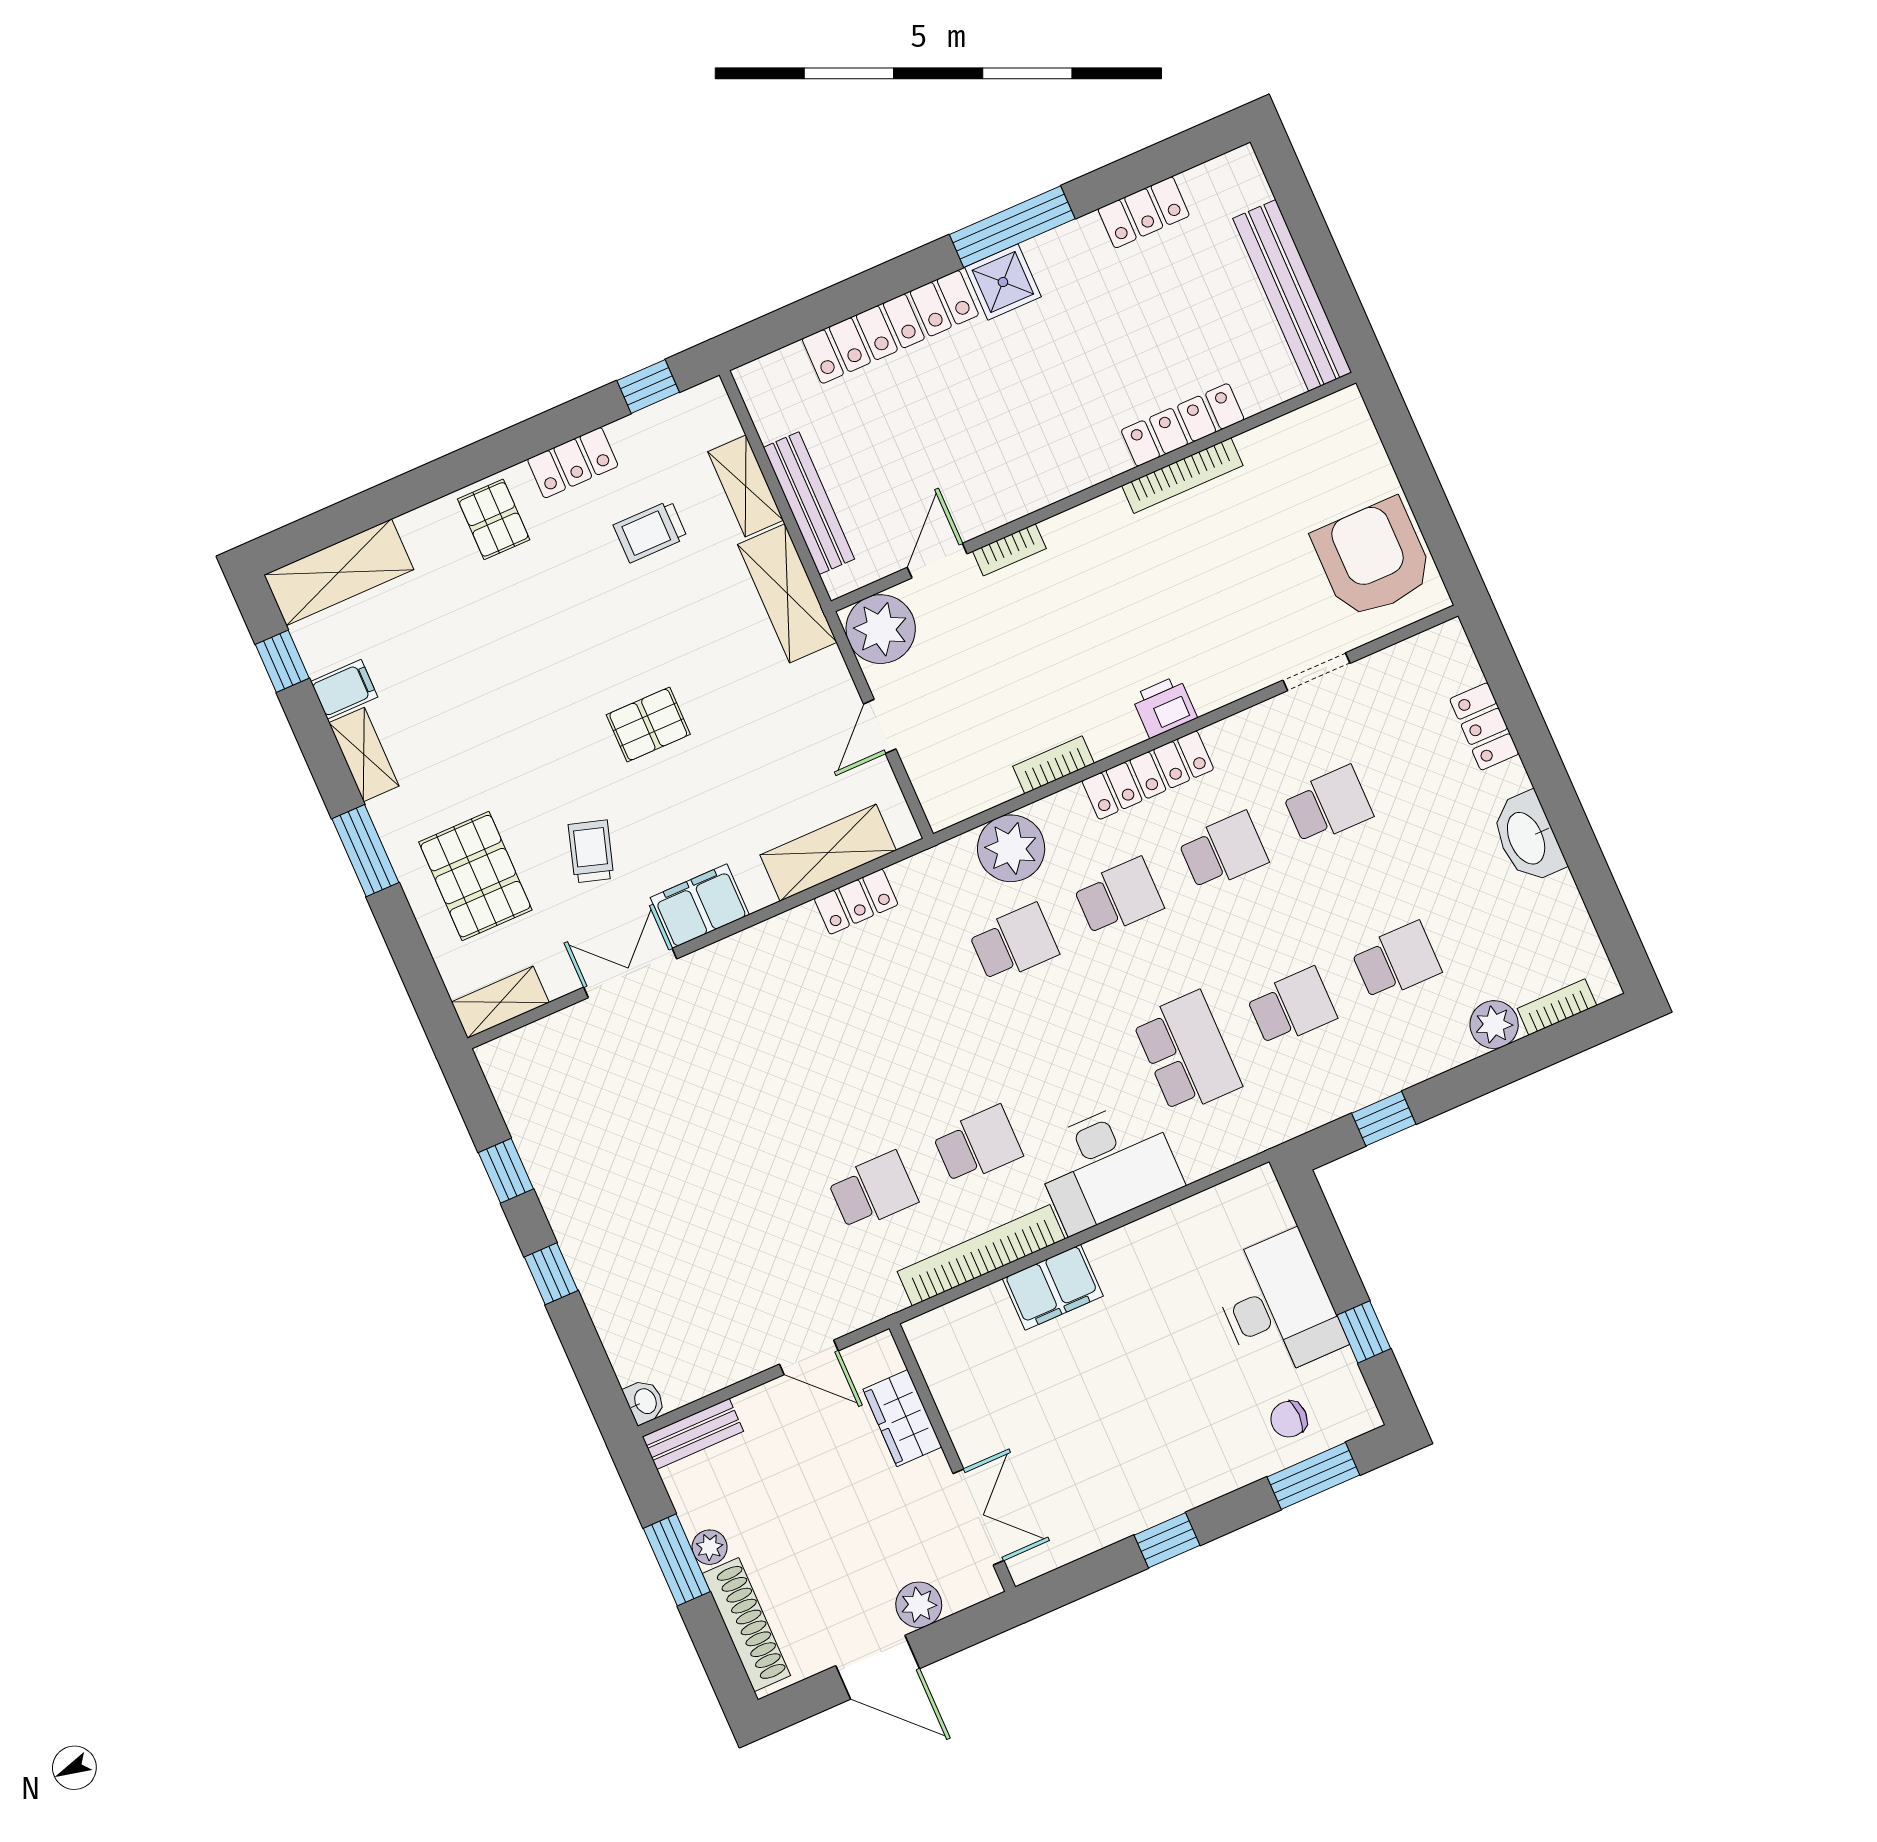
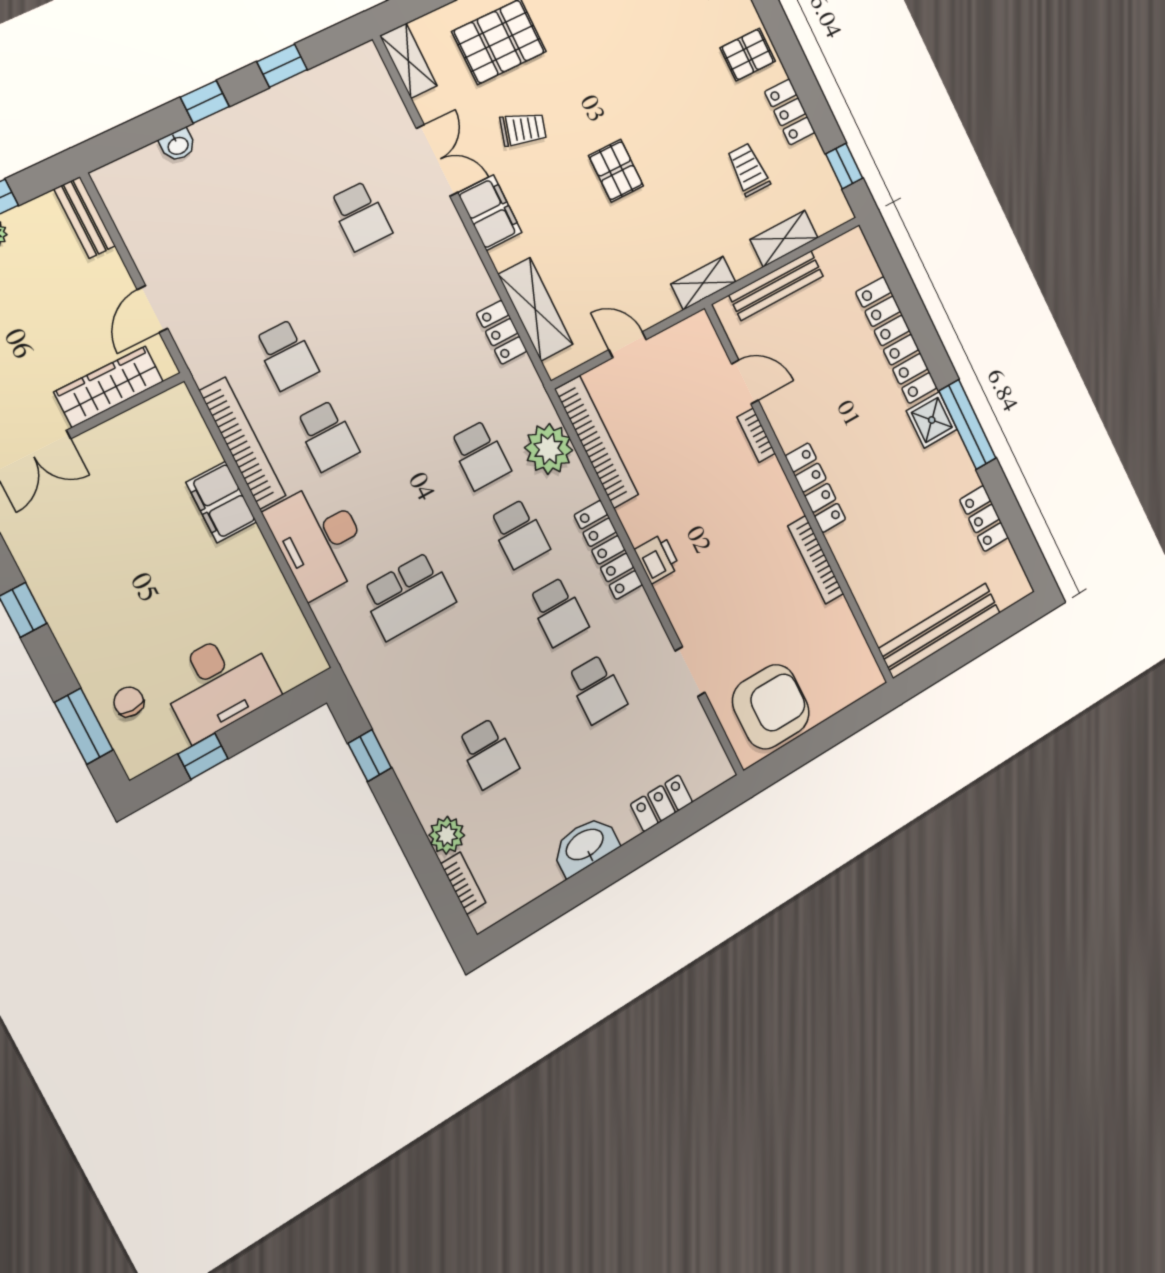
locker: (1183, 425) -> (815, 488), moved
shelving: (787, 593) -> (703, 283), width x0.67, depth x0.75
plant: (881, 629) -> (695, 342), removed
bookcase: (1054, 765) -> (597, 442), width x2.31, depth x1.31
school desk: (1292, 1007) -> (361, 216), moved
washbasin: (645, 1402) -> (178, 145), moved
wardrobe: (902, 1418) -> (109, 387), width x1.50

